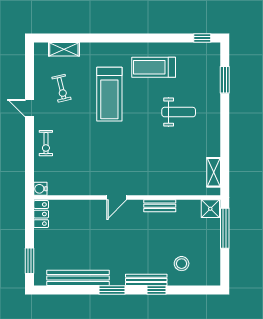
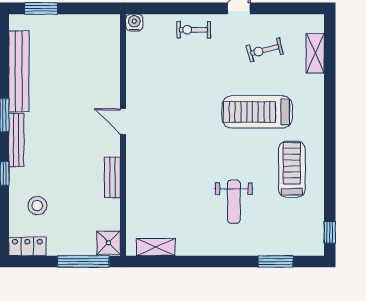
locker: (41, 214) -> (27, 246), moved, turned 180
bench: (146, 280) -> (16, 140), moved

